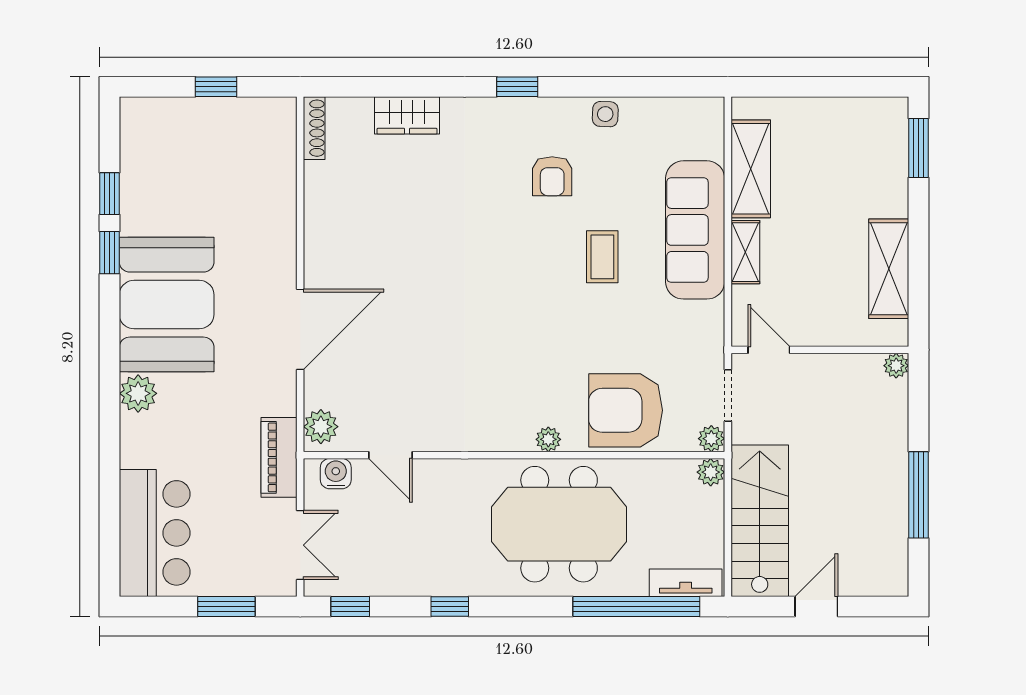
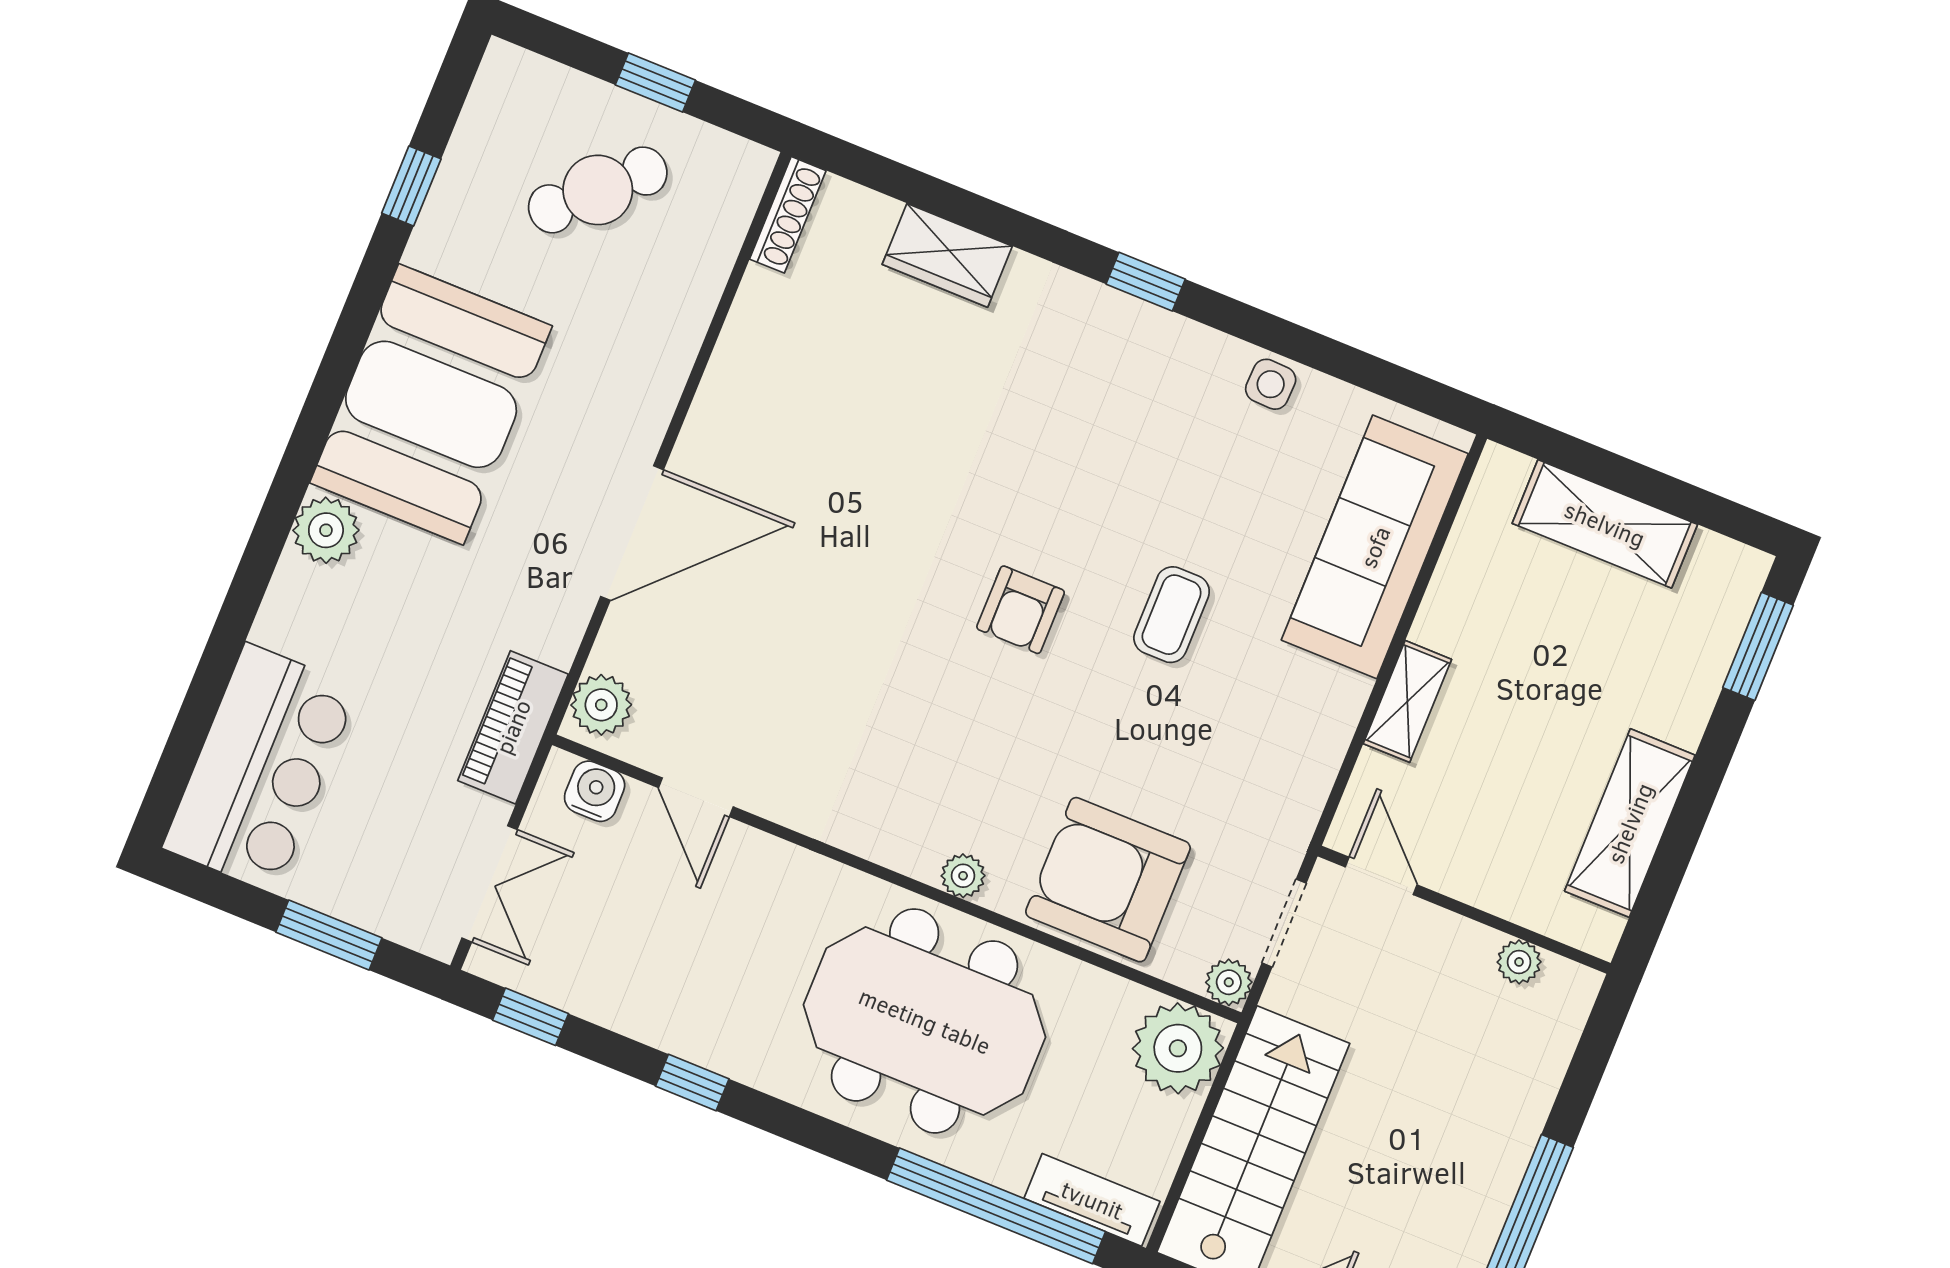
cafe table: (209, 156) -> (598, 190), added
shelving: (751, 169) -> (1605, 524), moved, turned 90
armchair: (552, 176) -> (1021, 610), moved
sofa: (695, 230) -> (1375, 547), moved
window: (109, 253) -> (372, 282), removed
plant: (896, 366) -> (1519, 962), moved
plant: (711, 472) -> (1178, 1048), width x1.87, depth x1.87

